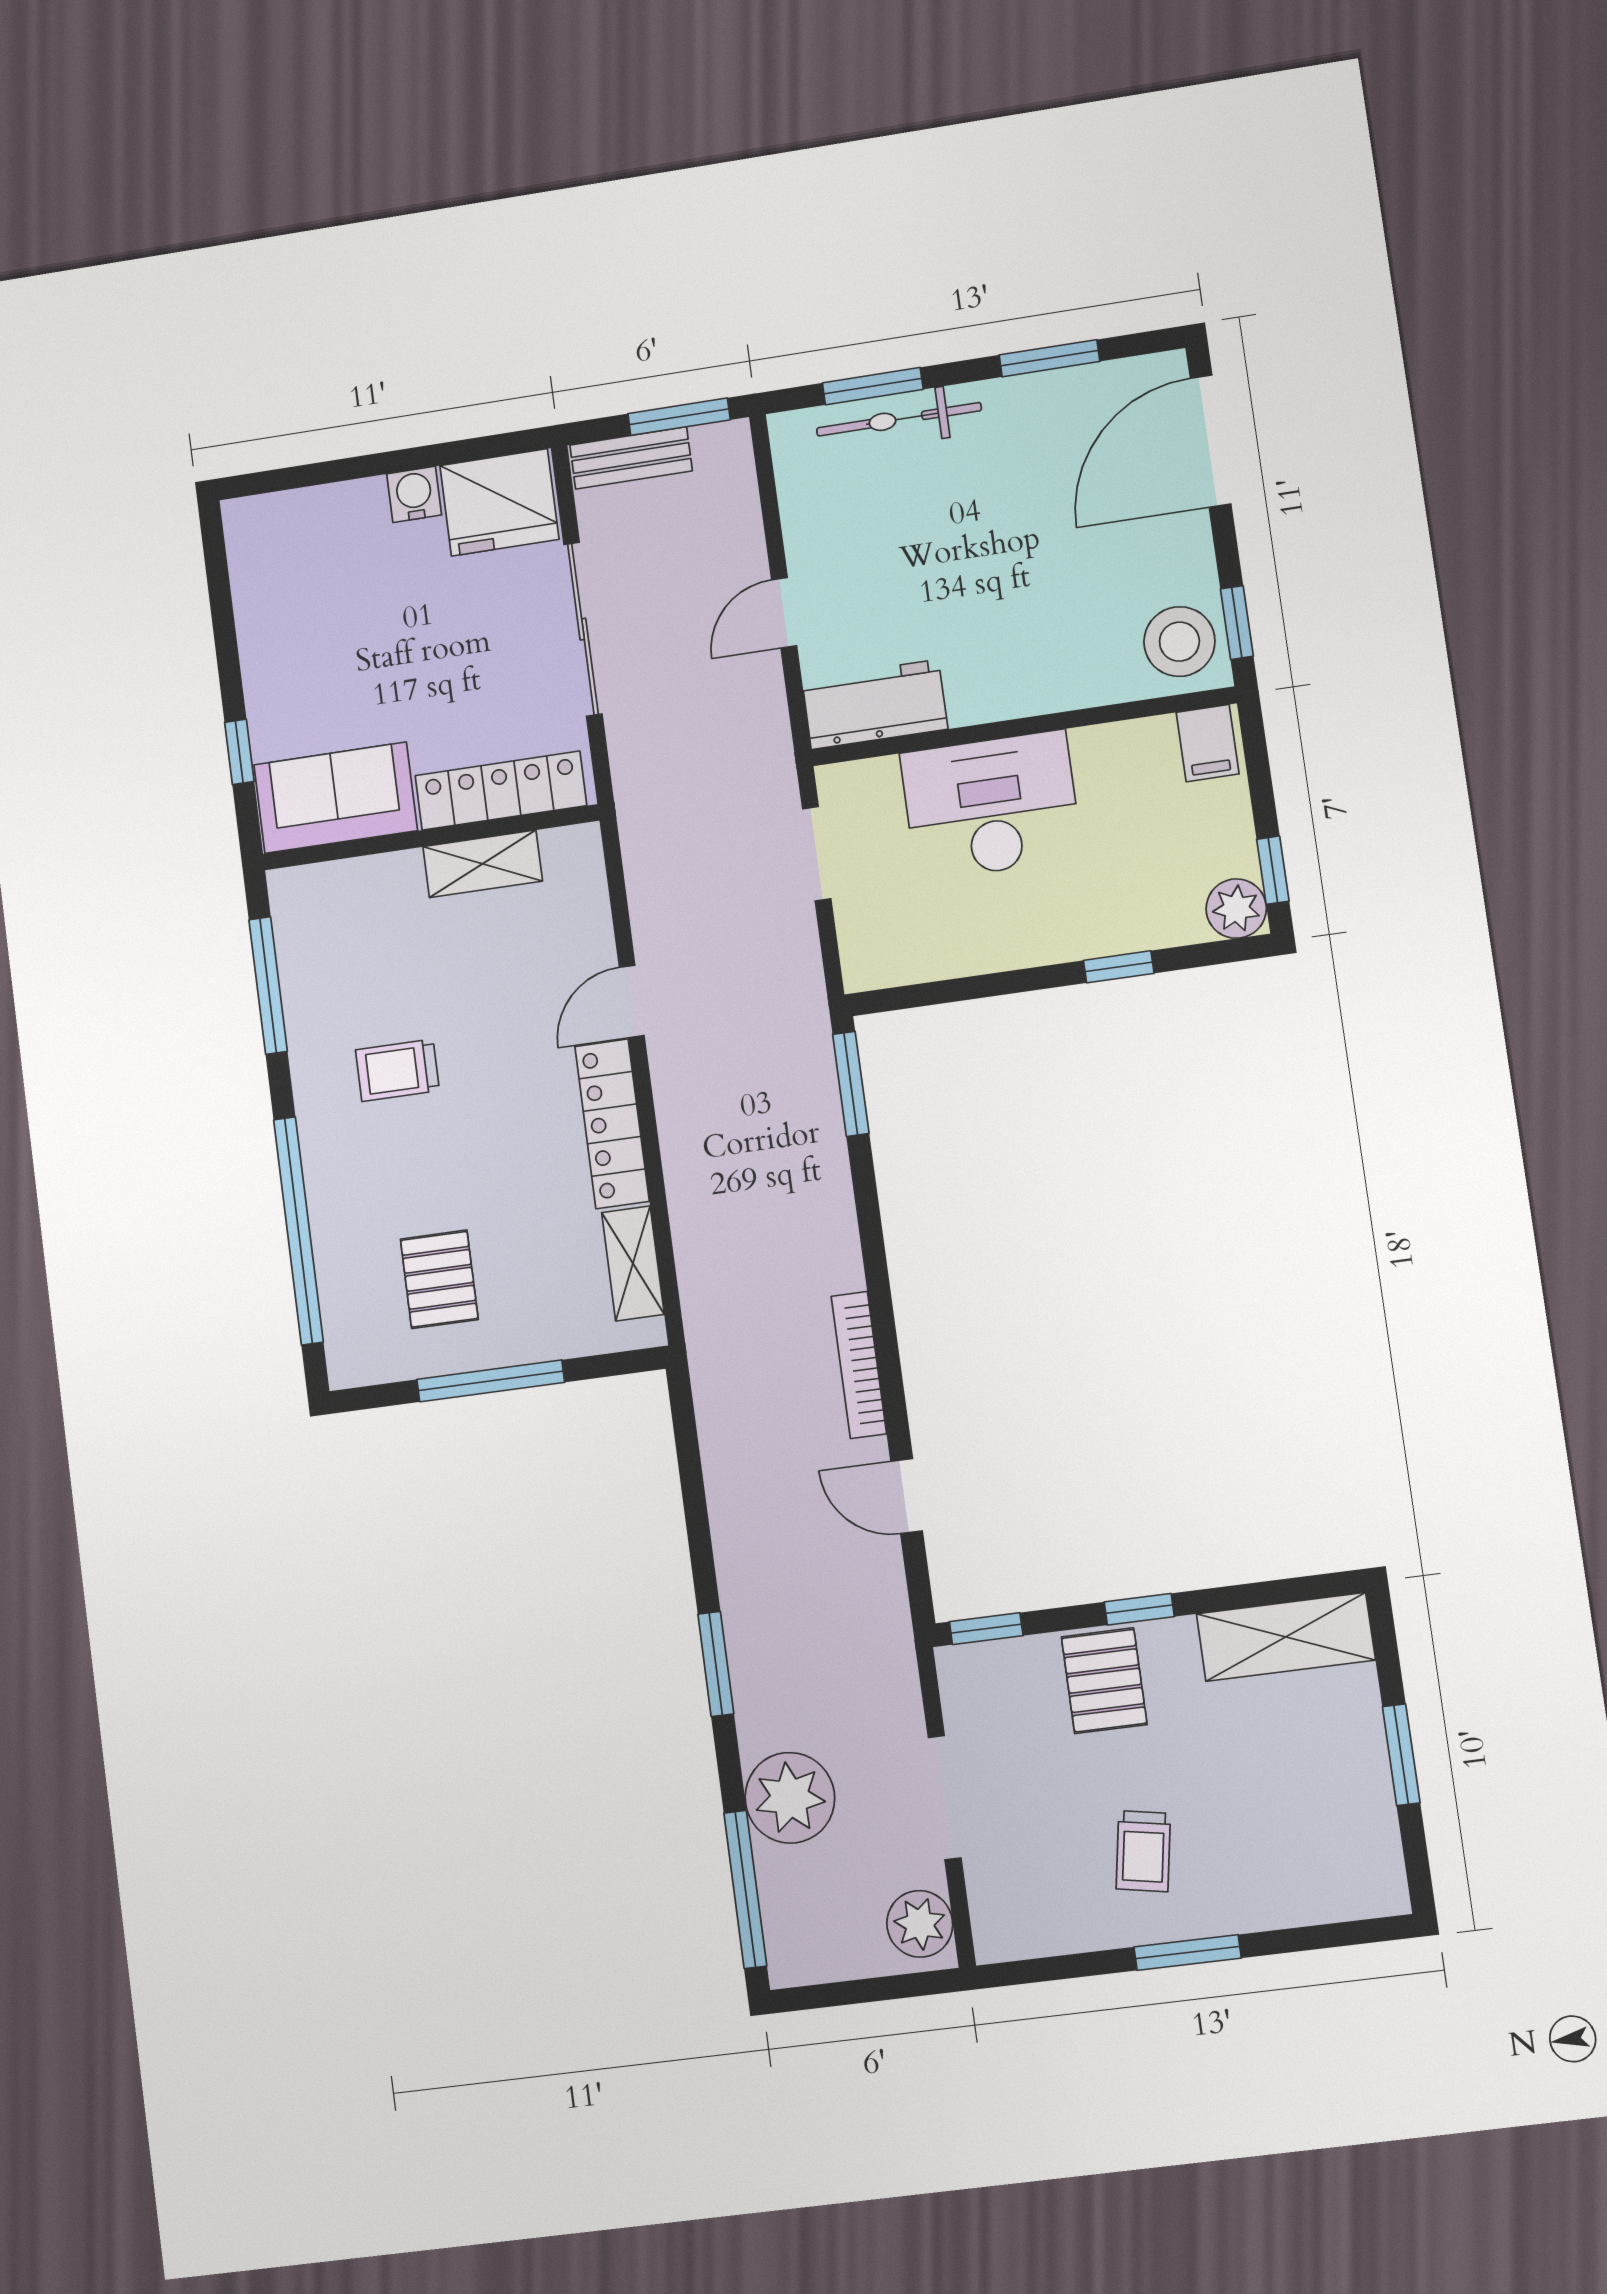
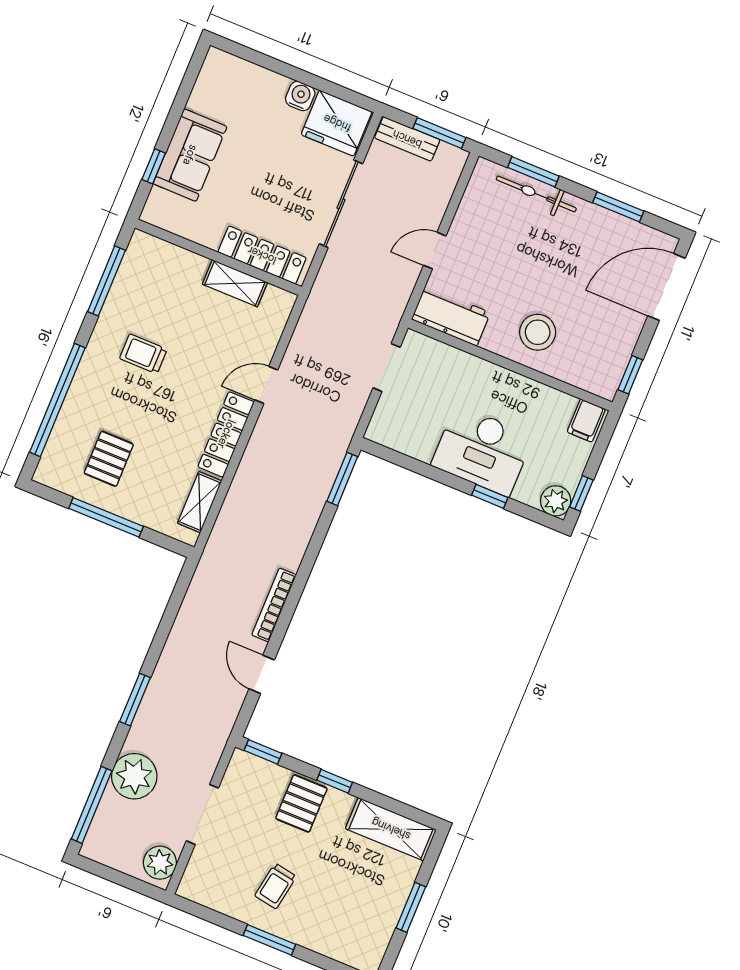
stool: (1179, 642) -> (538, 332), moved
sofa: (336, 798) -> (190, 155), moved, turned 90
desk: (991, 806) -> (482, 451), moved, turned 180

